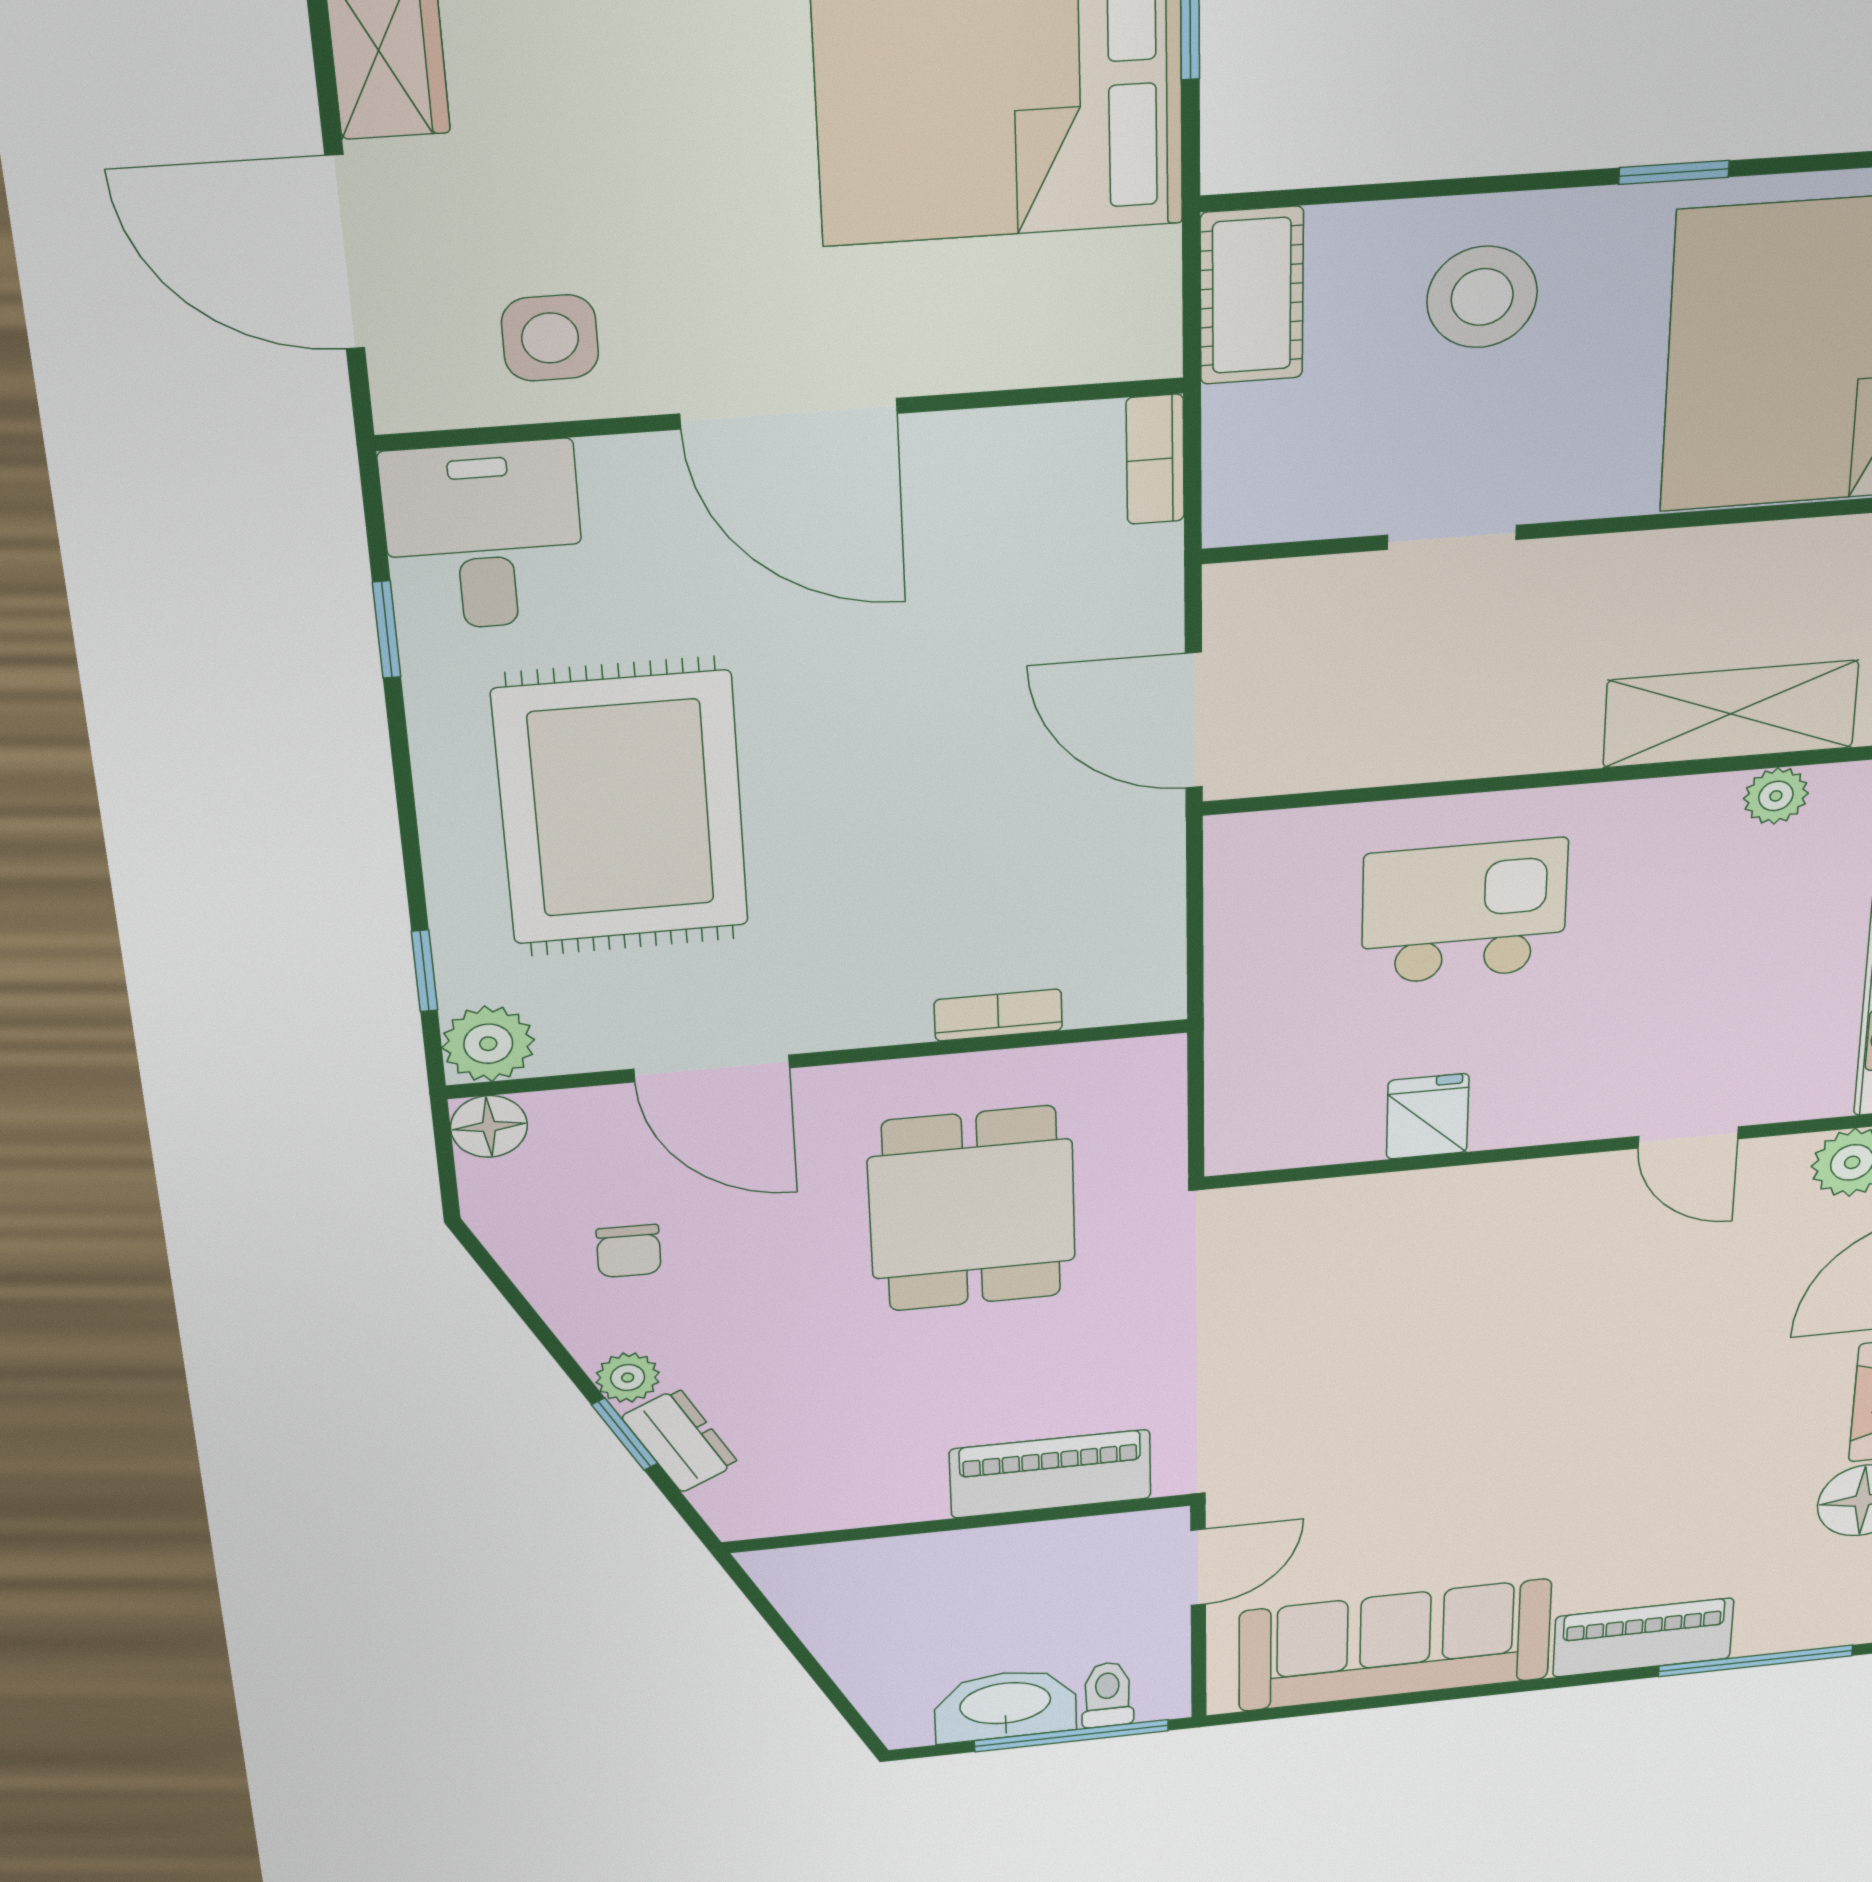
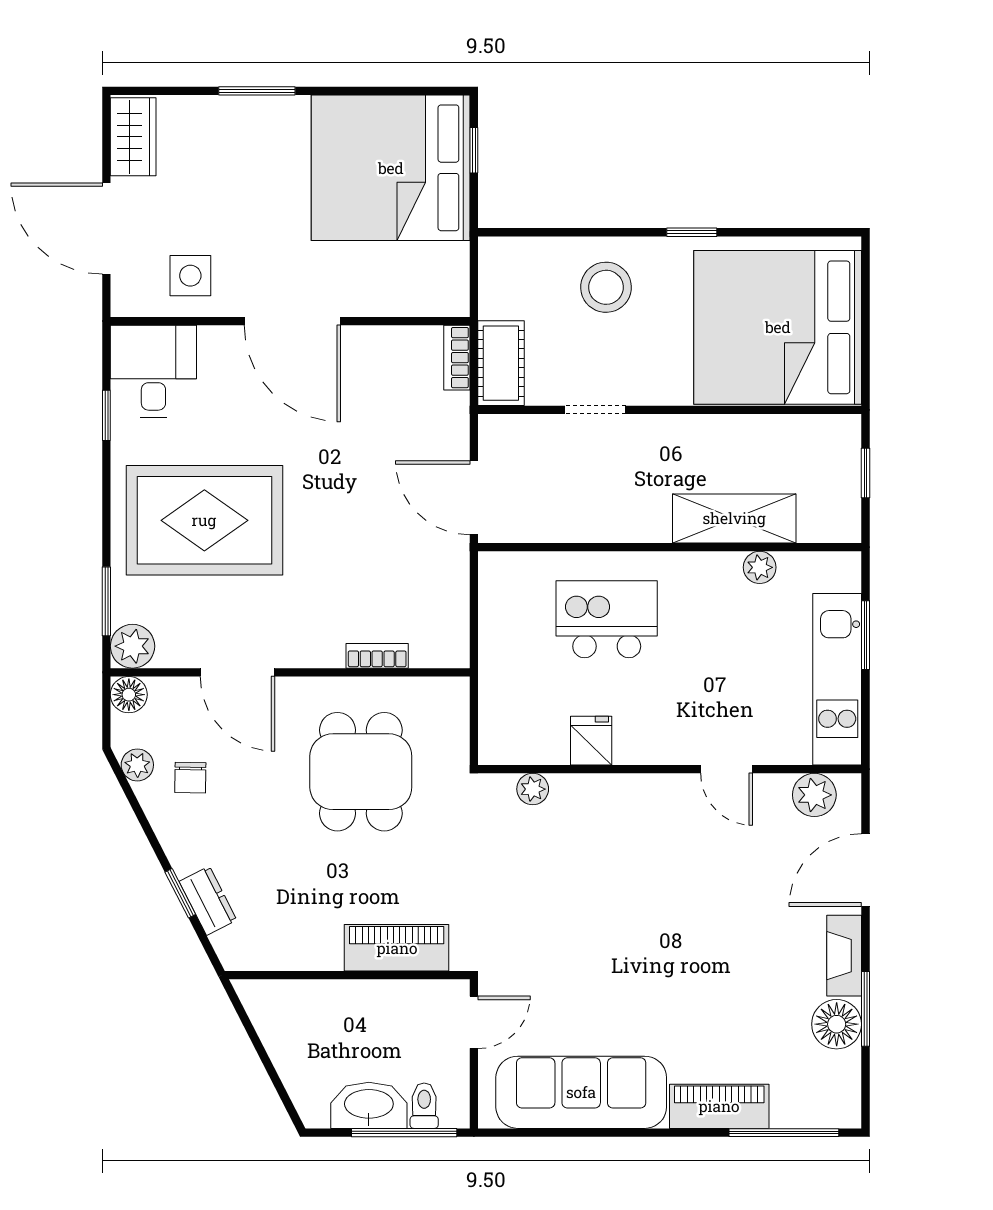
cot: (1252, 296) -> (501, 363), moved
rug: (621, 808) -> (204, 520), turned 90
window: (424, 971) -> (106, 601), width x1.50
plant: (1312, 1205) -> (533, 789), added
plant: (628, 1378) -> (137, 765), moved

